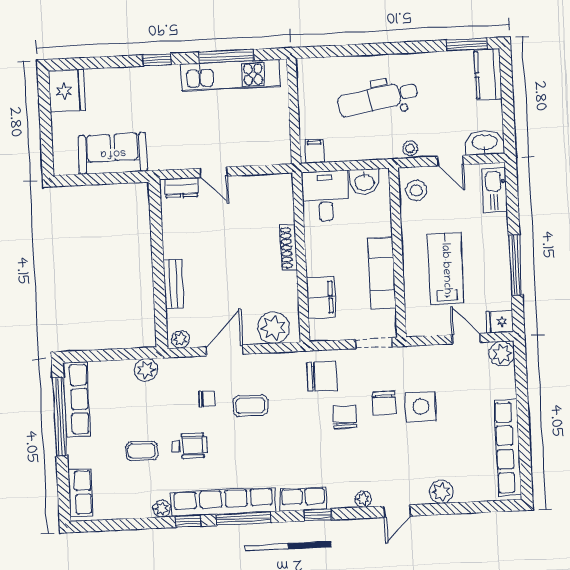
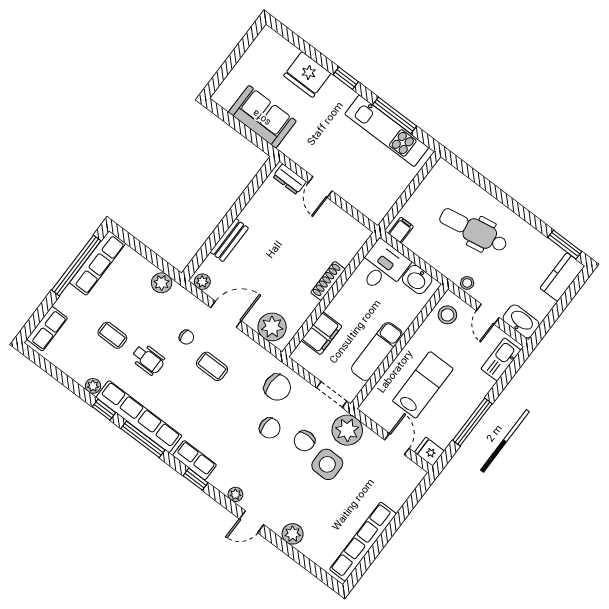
fridge: (67, 91) -> (307, 74), moved, turned 90
plant: (502, 354) -> (347, 430), moved, width x1.36, depth x1.36
chair: (345, 417) -> (270, 428), turned 90

